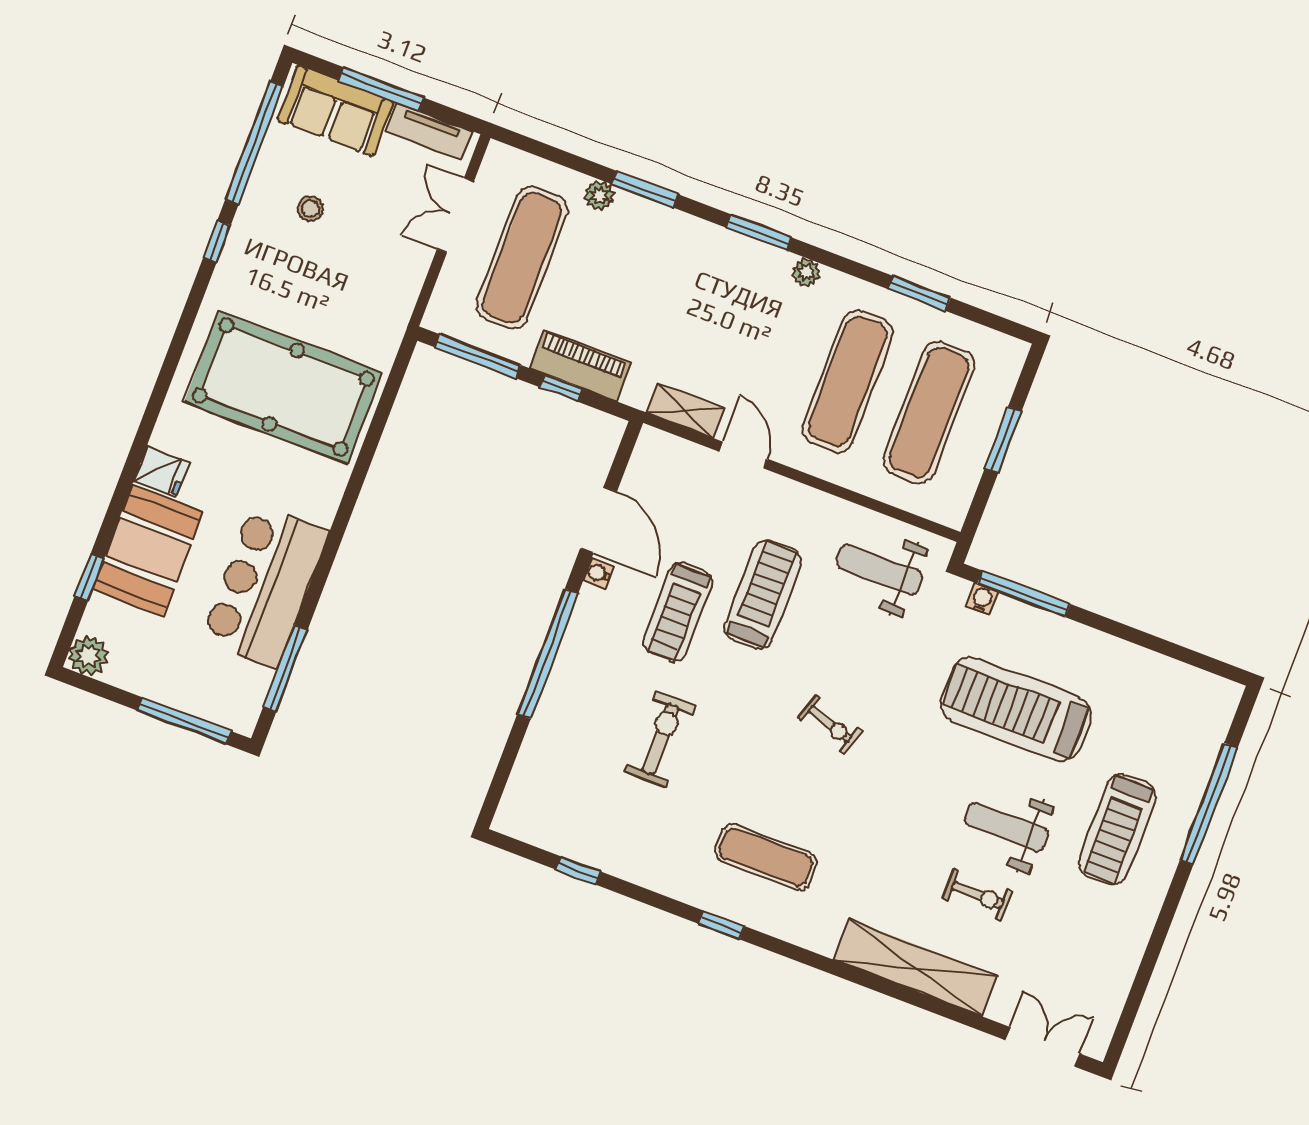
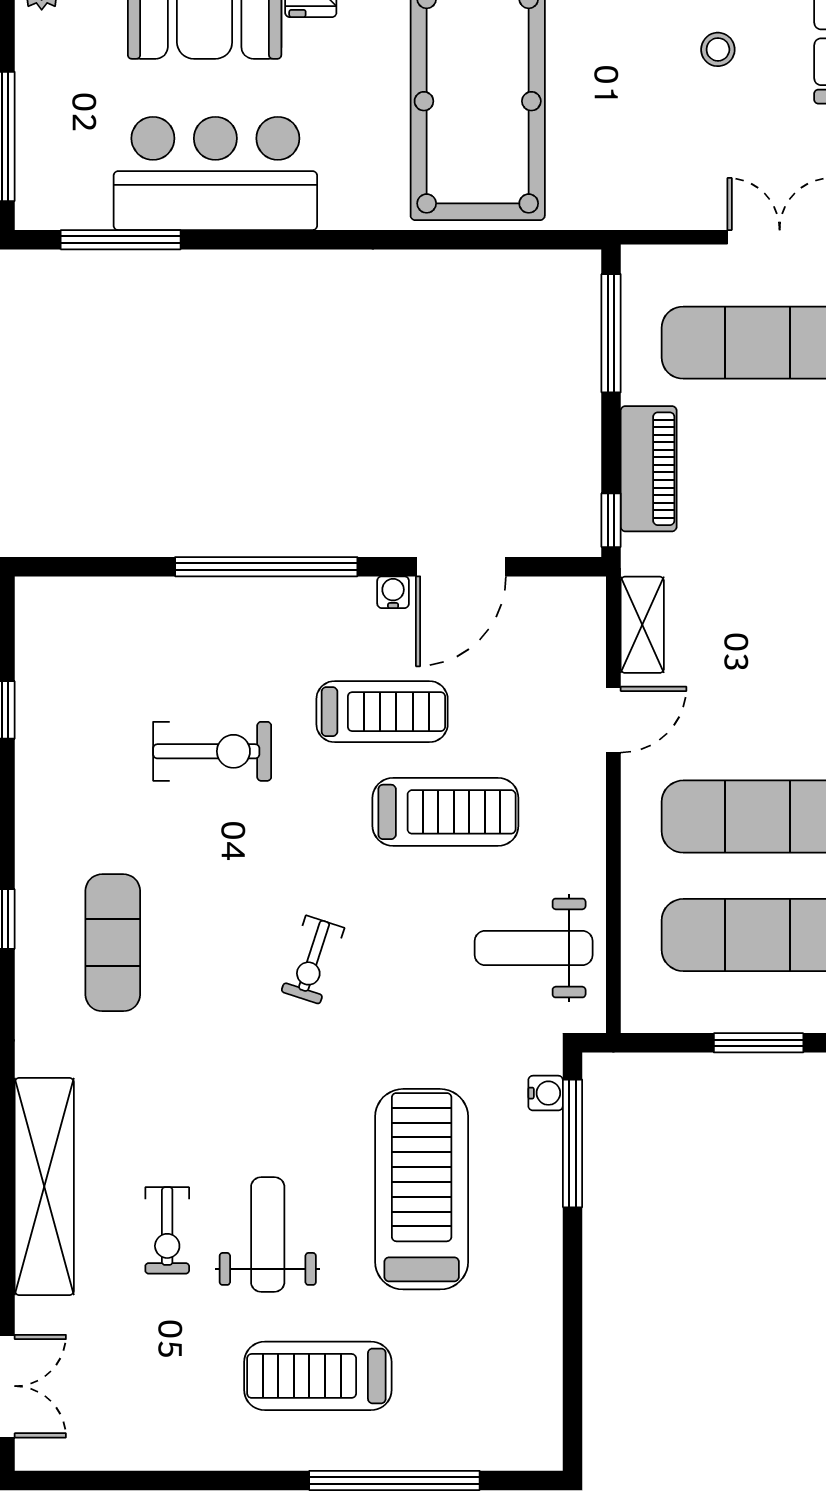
window: (561, 388) -> (611, 520), moved
weight bench: (879, 570) -> (534, 948), turned -90
treadmill: (678, 612) -> (382, 712), turned 180

